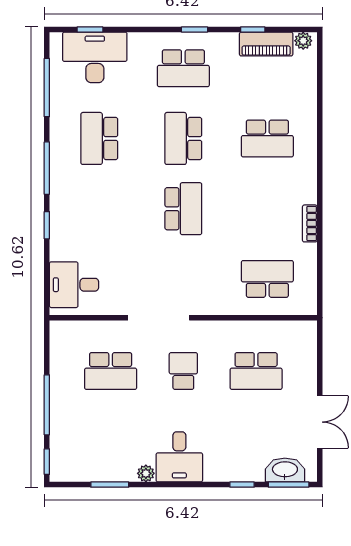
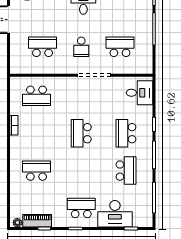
desk: (95, 57) -> (115, 214), moved
school desk: (183, 138) -> (126, 133), moved, turned 180

